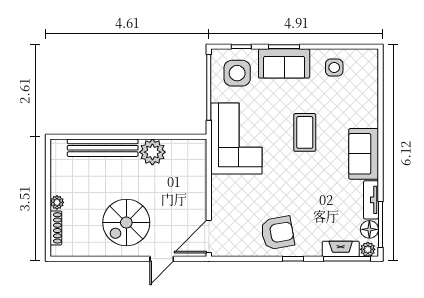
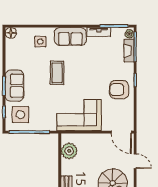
side table: (334, 67) -> (40, 42), moved
coffee table: (305, 132) -> (57, 73), turned 90
corner sofa: (236, 138) -> (79, 115), moved
plant: (152, 152) -> (69, 151), moved
floor lamp: (369, 229) -> (11, 33), moved
armchair: (277, 233) -> (119, 90), turned -80

